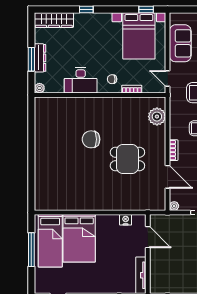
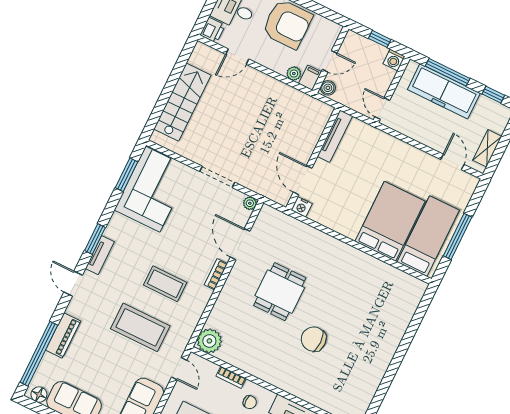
plant: (157, 117) -> (209, 341), moved
chair: (91, 139) -> (314, 339), turned 180
dining table: (127, 159) -> (280, 292), turned 90
nightstand: (126, 220) -> (302, 207), moved

